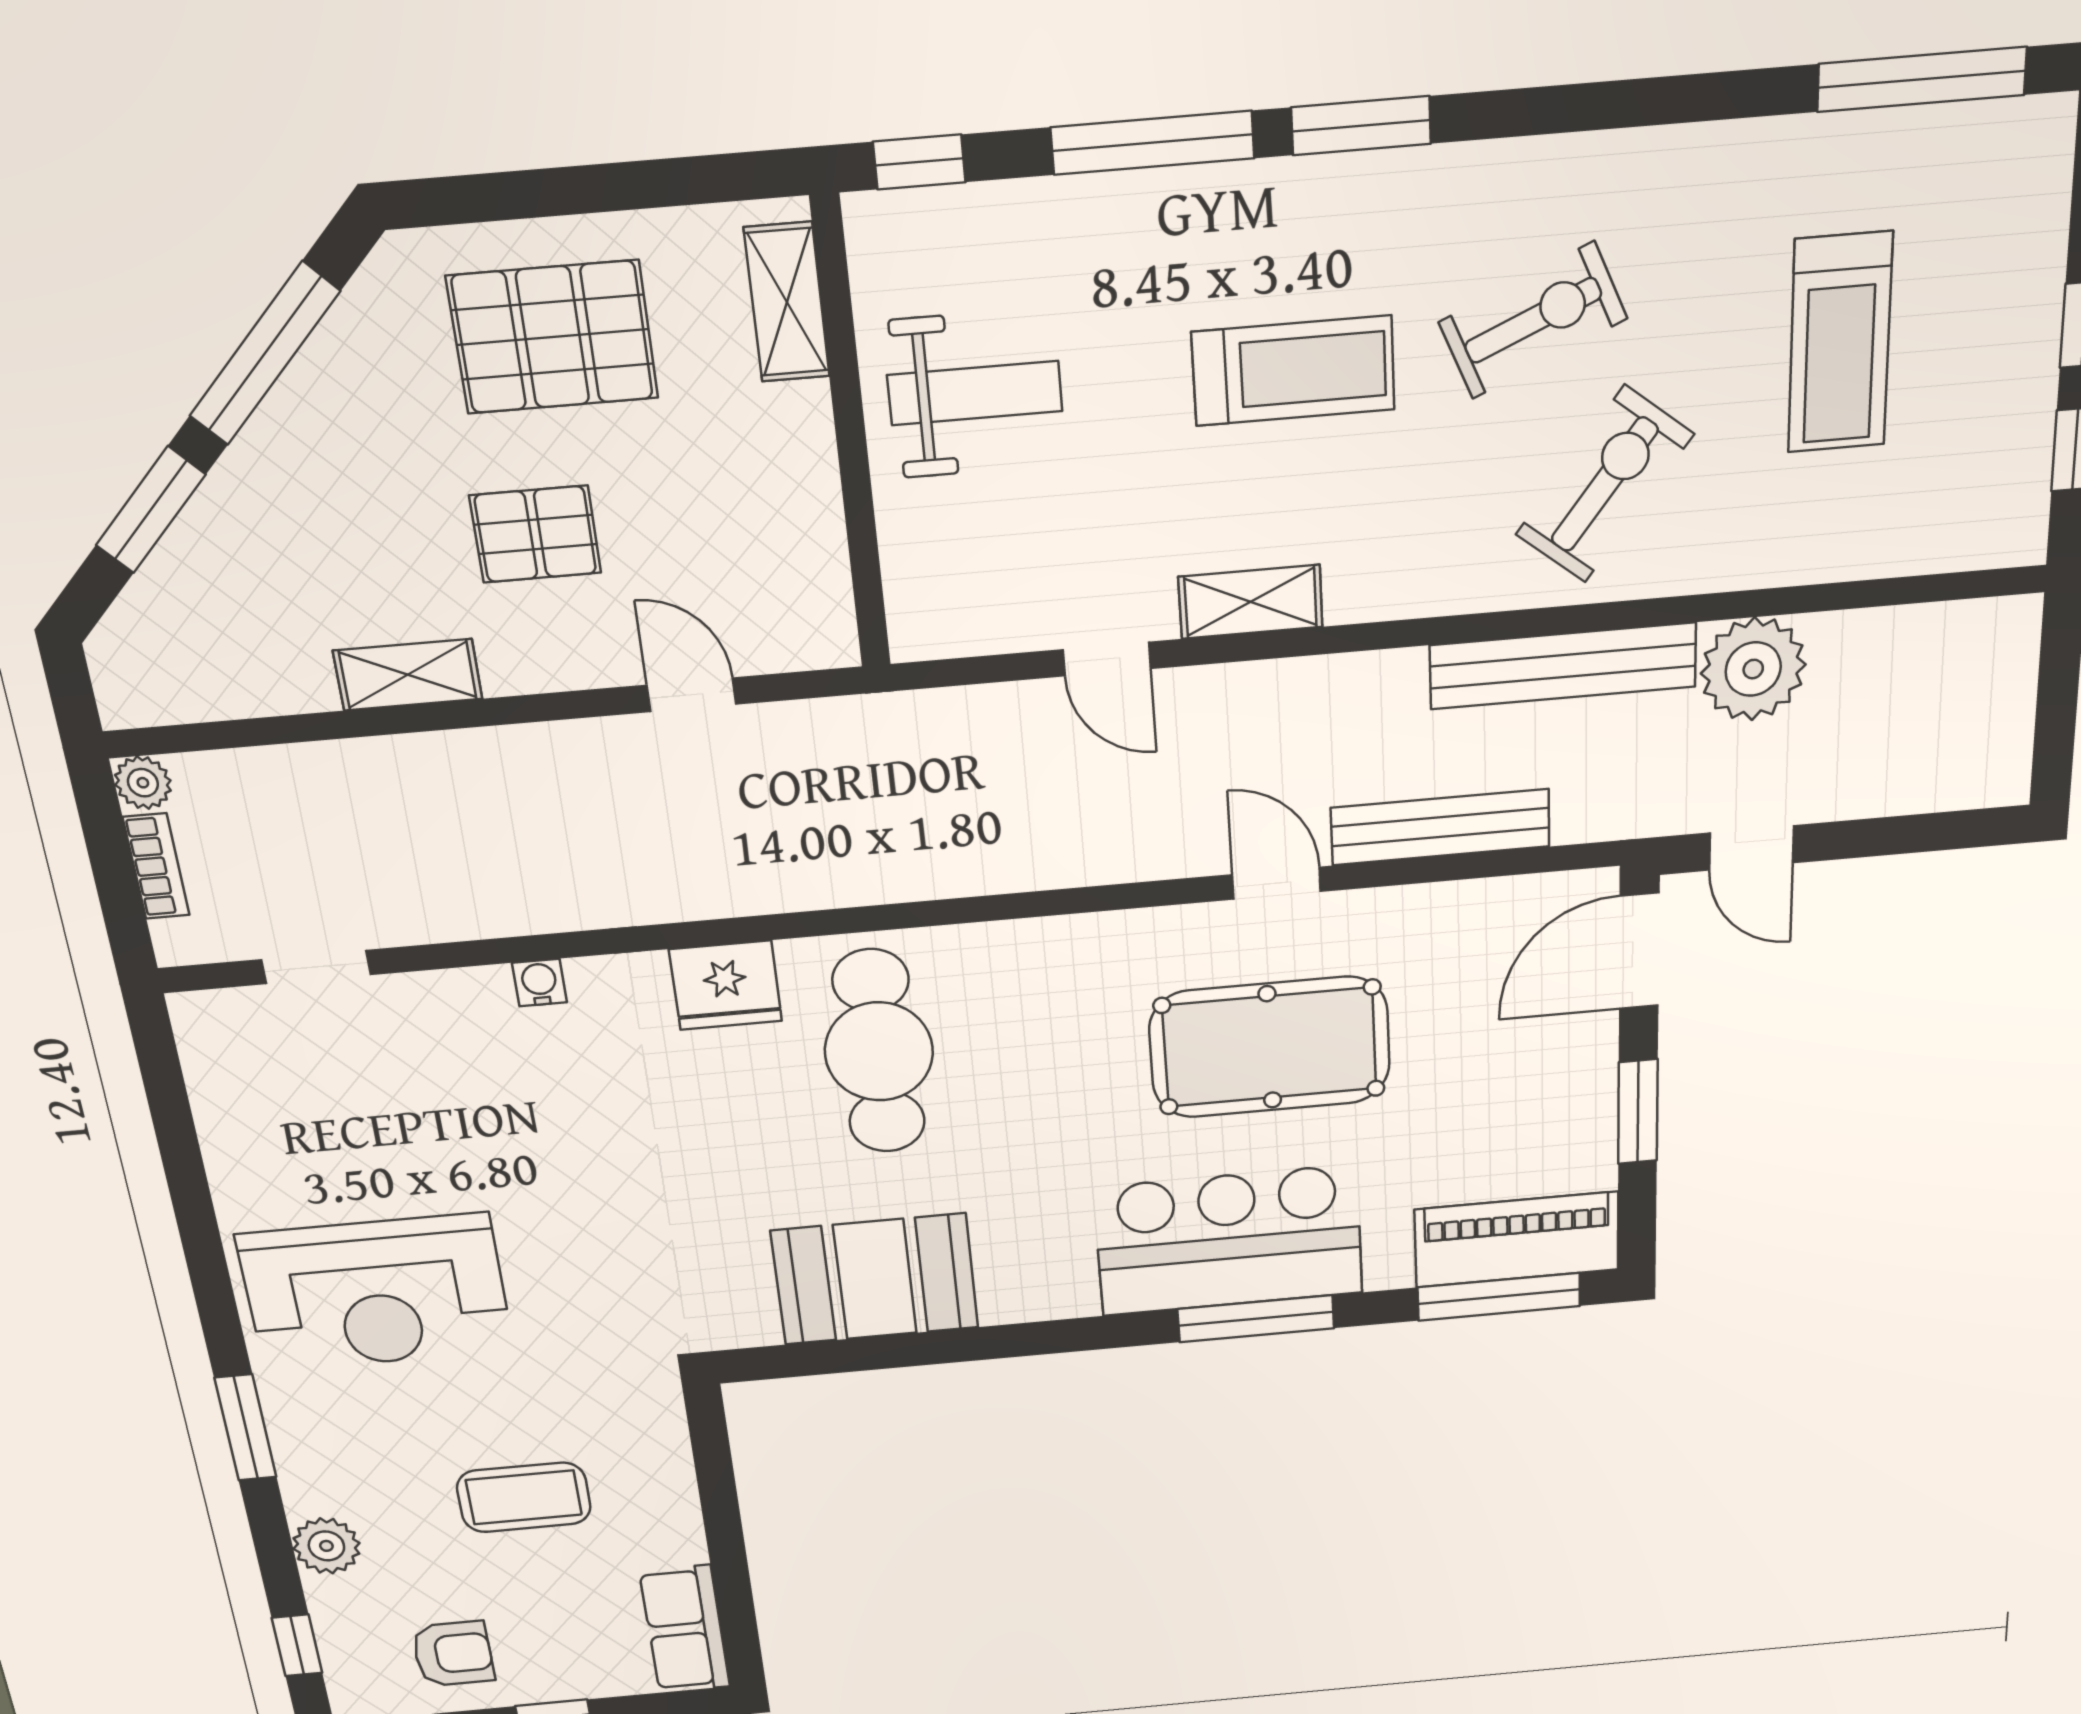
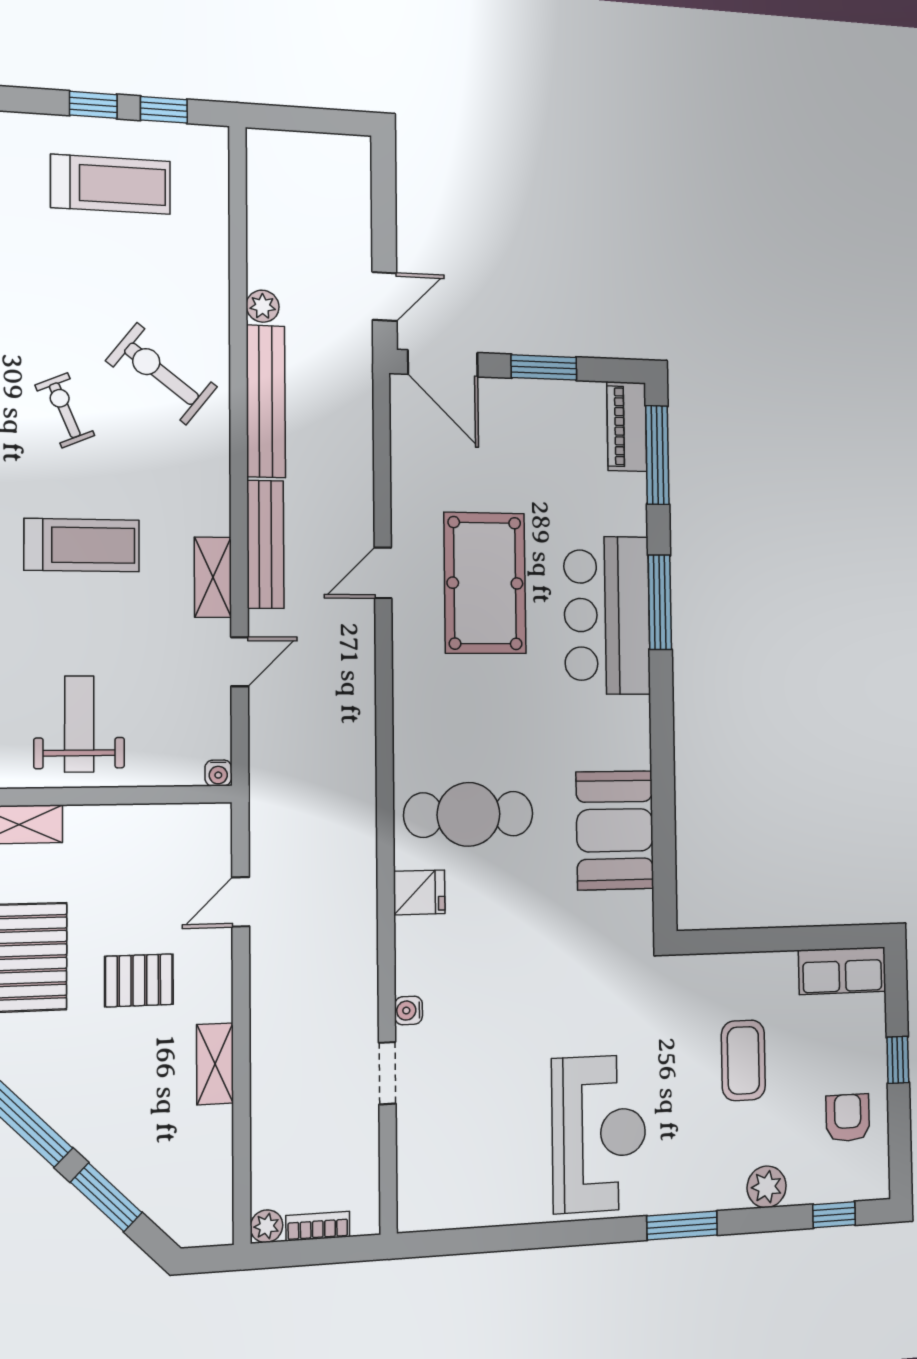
exercise bike: (1533, 320) -> (65, 410), width x0.73, depth x0.72
treadmill: (1840, 343) -> (111, 184), moved
treadmill: (1293, 371) -> (82, 545), turned 90
pallet: (535, 534) -> (139, 980), turned 90
water cooler: (910, 639) -> (218, 773), added
plant: (1753, 669) -> (263, 306), width x0.53, depth x0.53
bench: (1440, 827) -> (265, 544), moved
doorway: (316, 967) -> (387, 1073), moved
fridge: (726, 985) -> (419, 892), width x0.72
piano: (1517, 1240) -> (627, 426), width x0.73, depth x0.75

